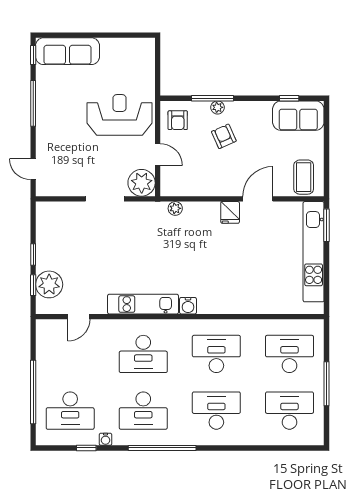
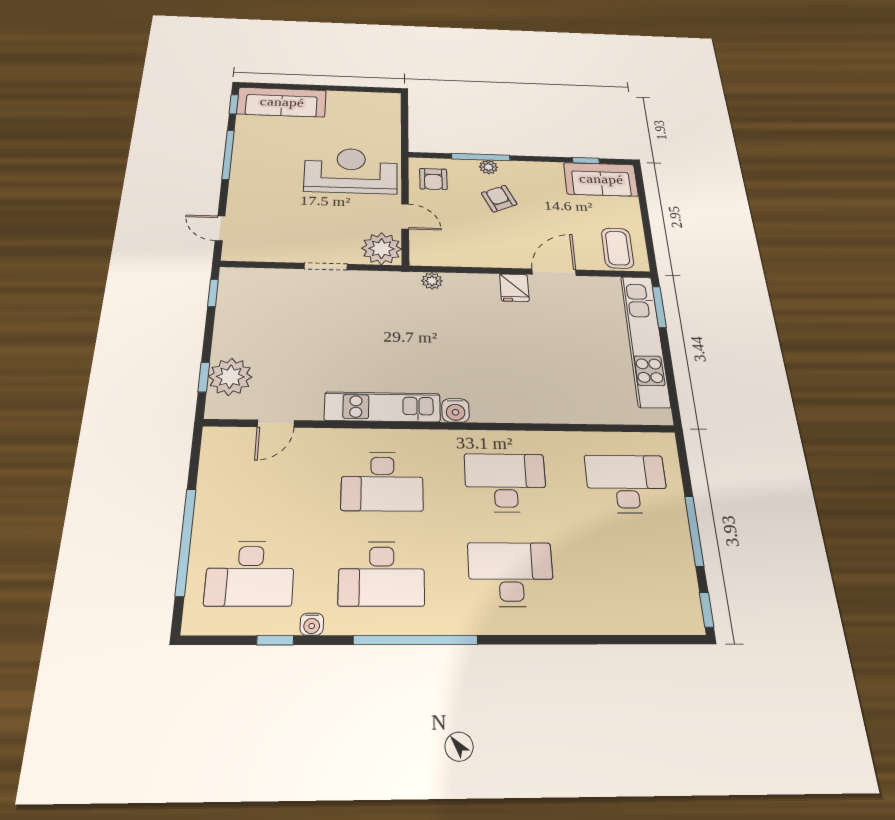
doorway: (105, 199) -> (326, 267), width x0.73
window: (33, 255) -> (213, 293), moved
desk: (289, 411) -> (638, 575), removed
window: (327, 431) -> (707, 610), added

